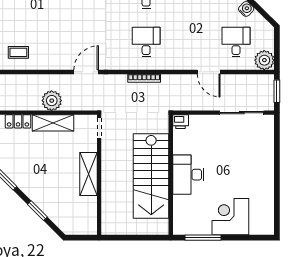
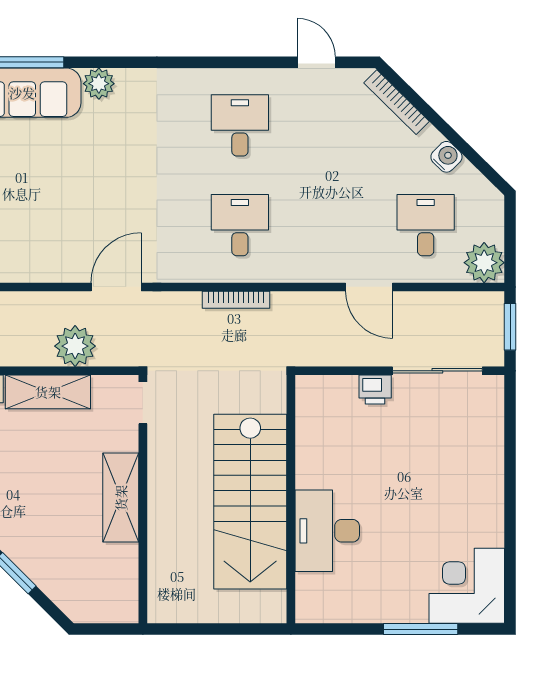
plant: (52, 101) -> (75, 346), moved
printer: (181, 122) -> (375, 390), moved
desk: (188, 175) -> (327, 531), moved
corner desk: (230, 217) -> (467, 586), moved
window: (203, 238) -> (421, 629), moved

